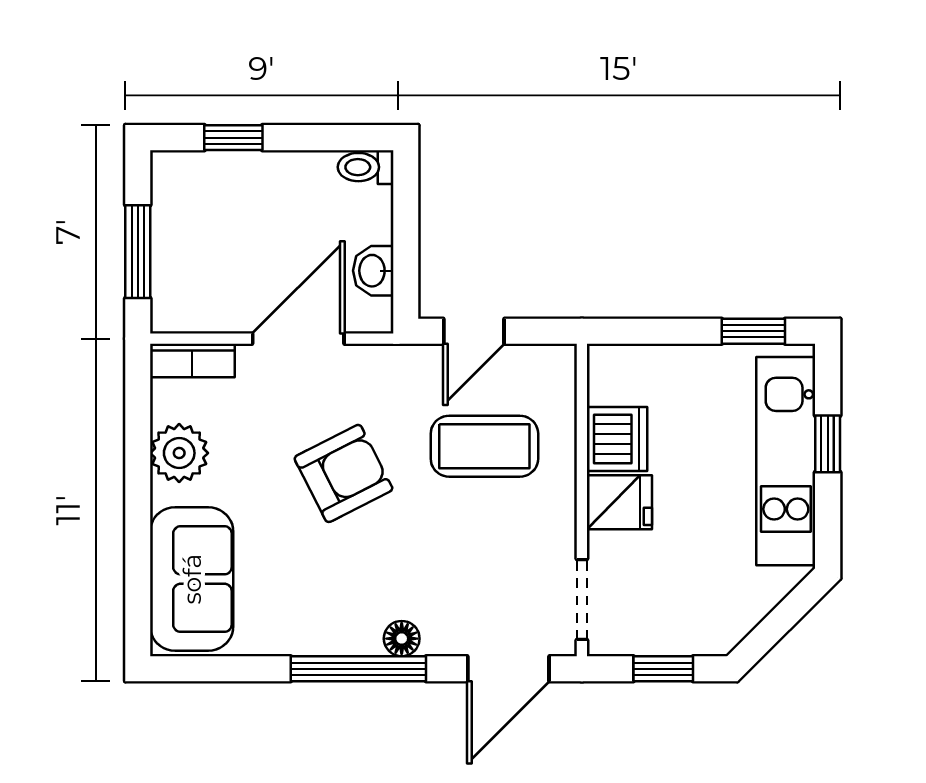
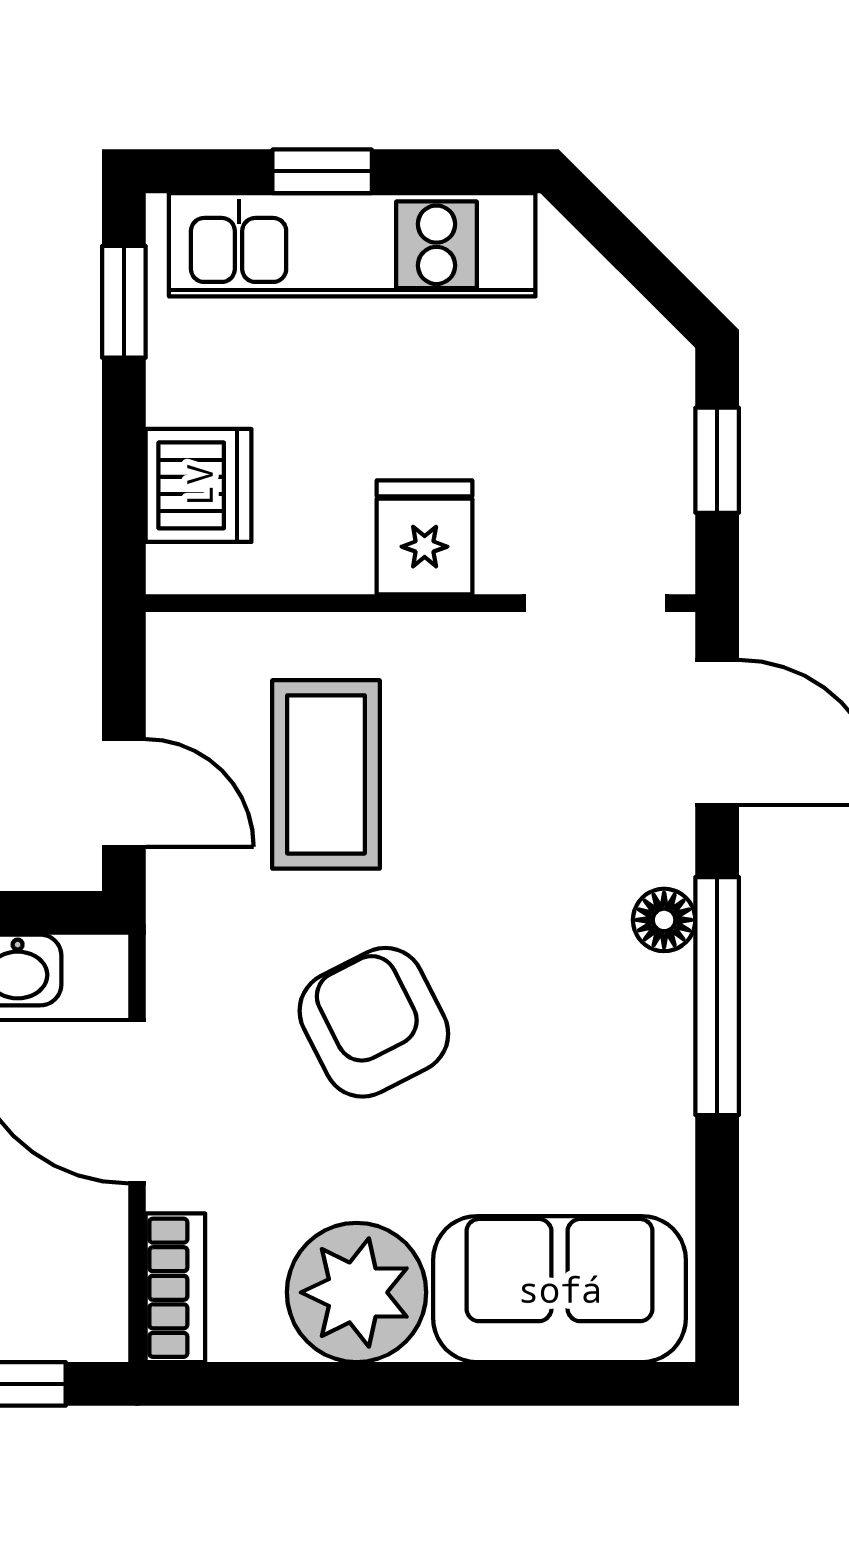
dishwasher: (617, 439) -> (199, 485), moved, turned 90
plant: (179, 453) -> (357, 1292), width x1.36, depth x1.36

